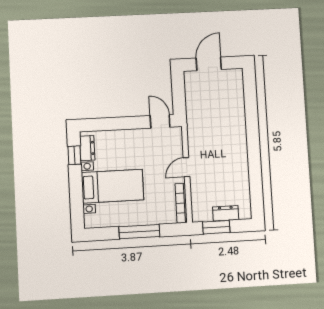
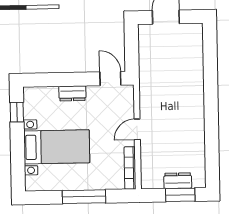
dresser: (87, 148) -> (72, 93), moved, turned 90
window: (216, 227) -> (180, 195), moved

